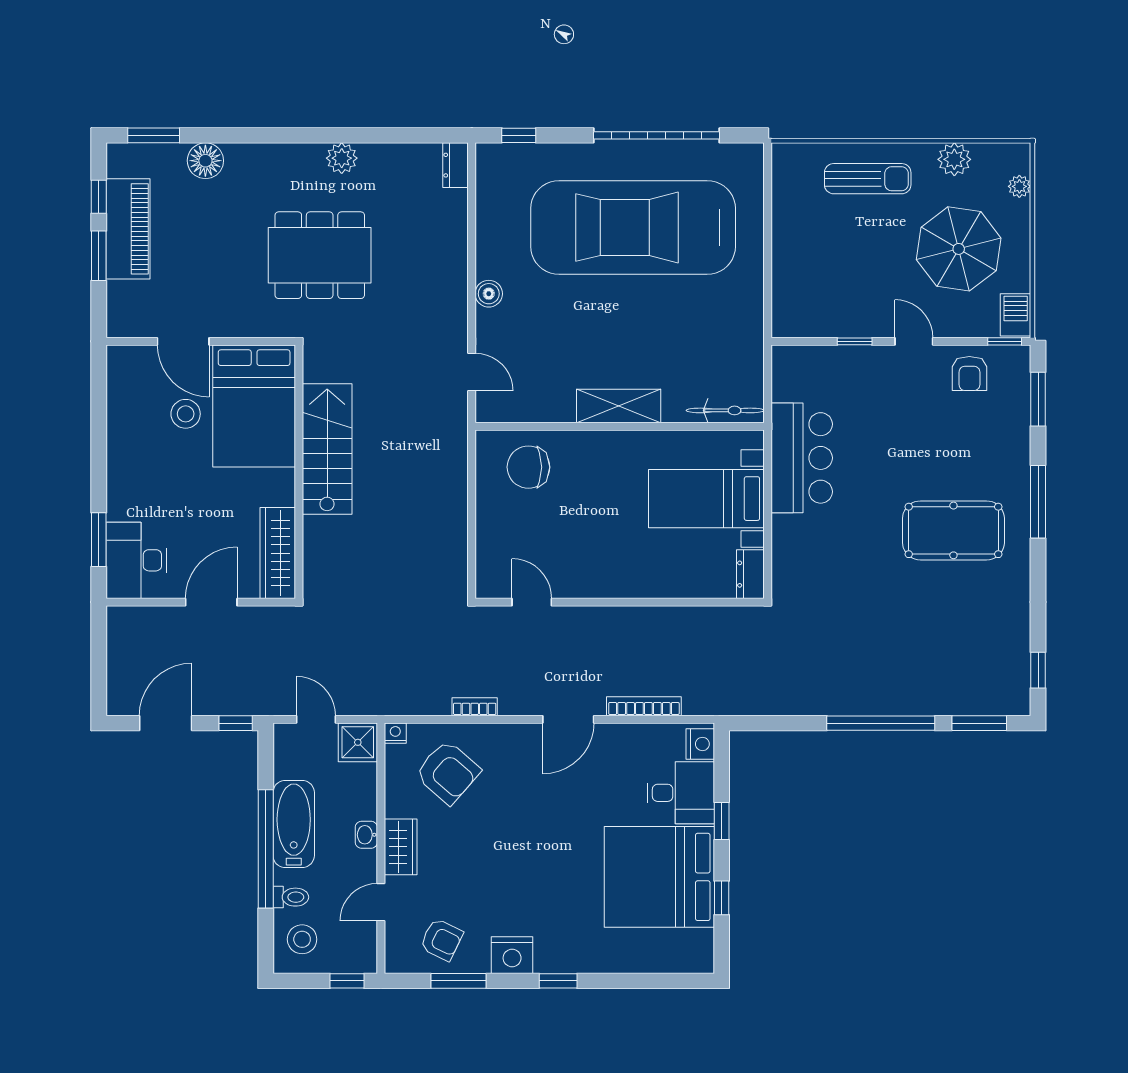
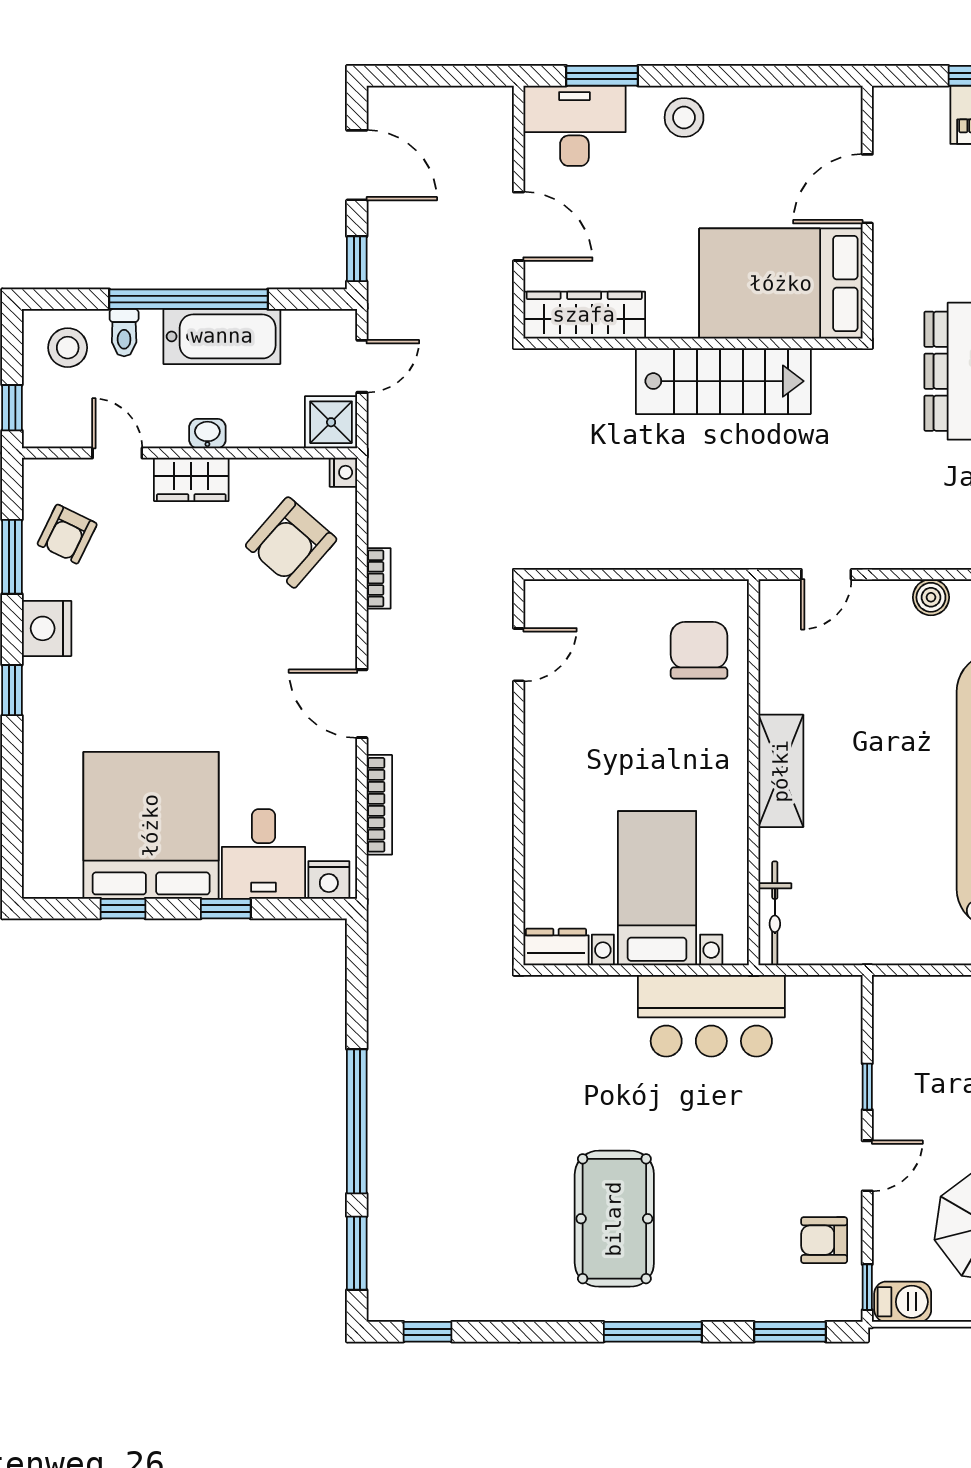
stool: (186, 414) -> (684, 117), moved

